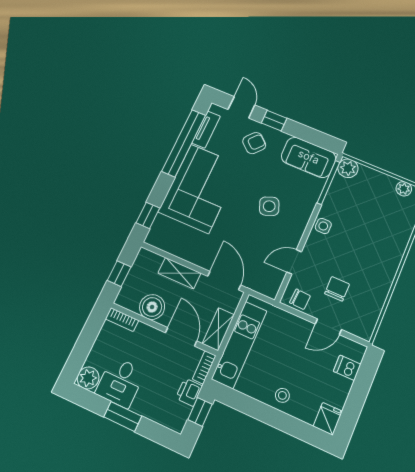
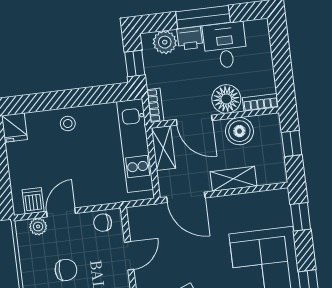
chair: (337, 289) -> (66, 270), moved, turned -90
plant: (353, 326) -> (38, 226), added
floor lamp: (146, 338) -> (226, 99), added
dishwasher: (347, 368) -> (33, 201), moved, turned -90
plant: (88, 378) -> (165, 42), moved
printer: (189, 392) -> (190, 38), moved, turned 90
window: (123, 417) -> (203, 17), width x1.44

